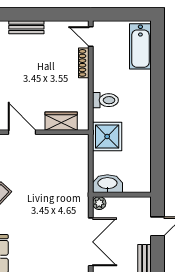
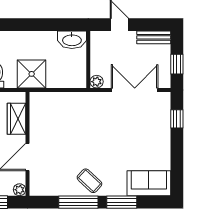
washbasin: (107, 184) -> (72, 40), moved, turned -90

